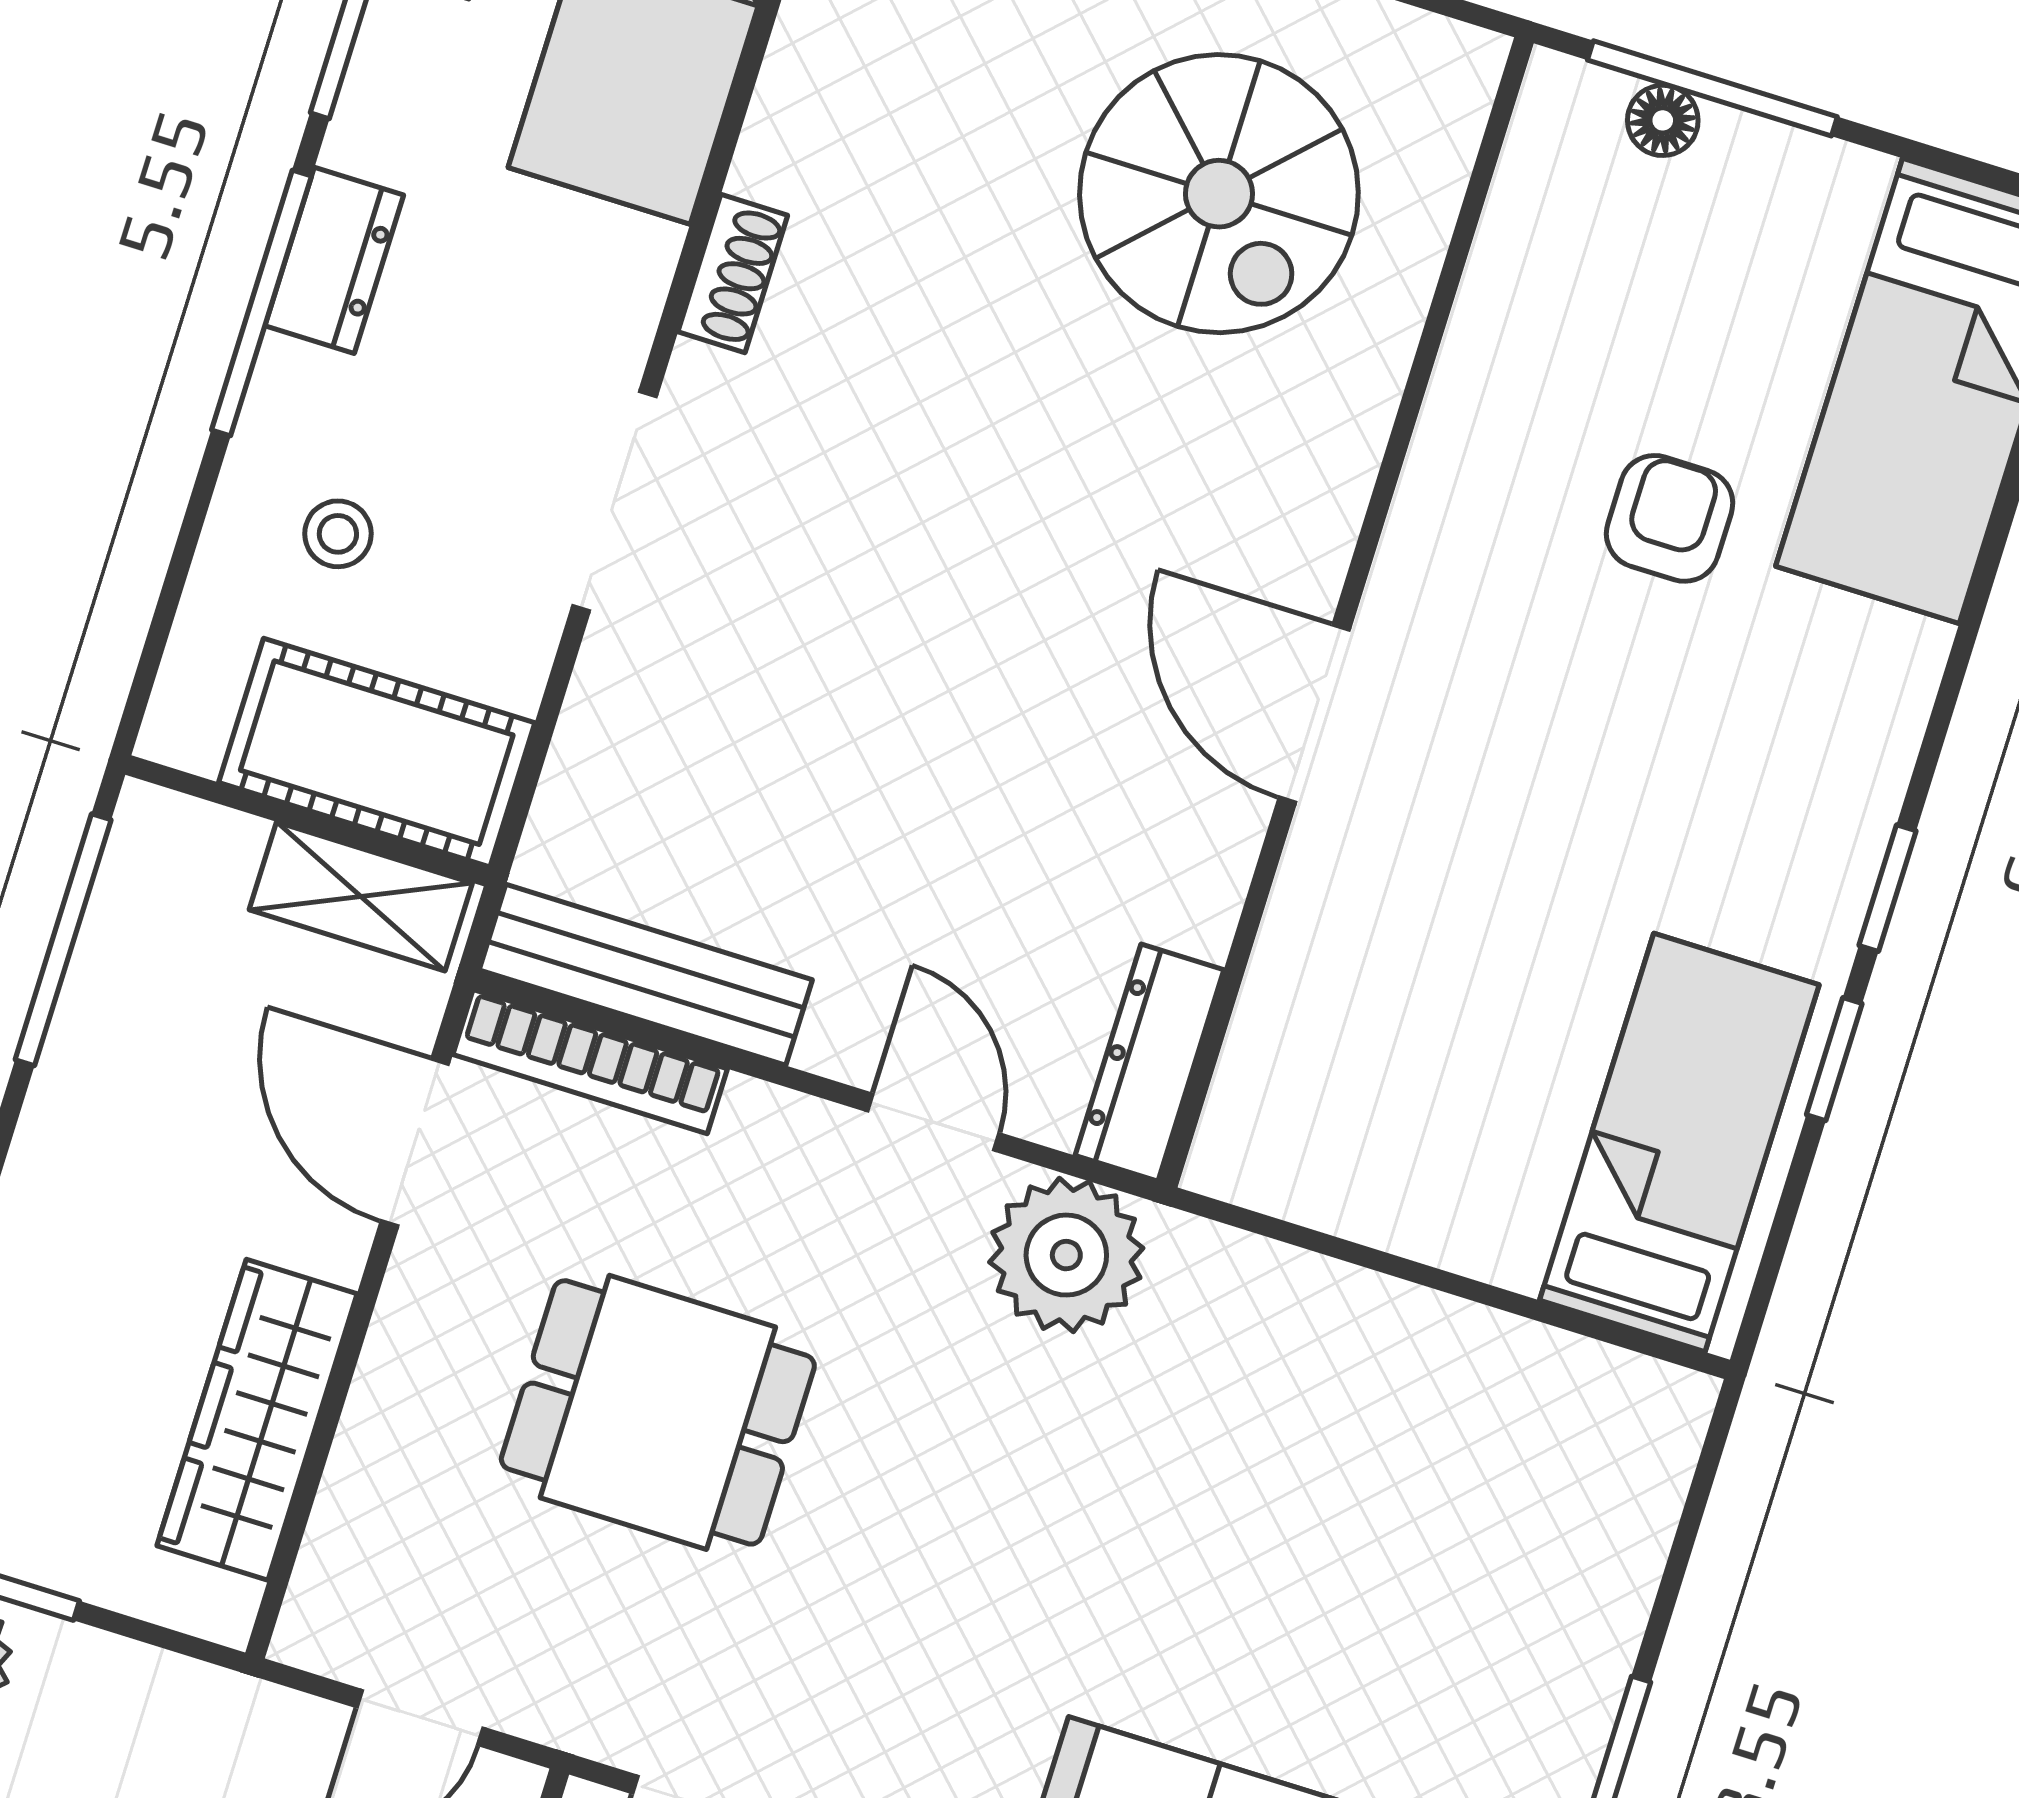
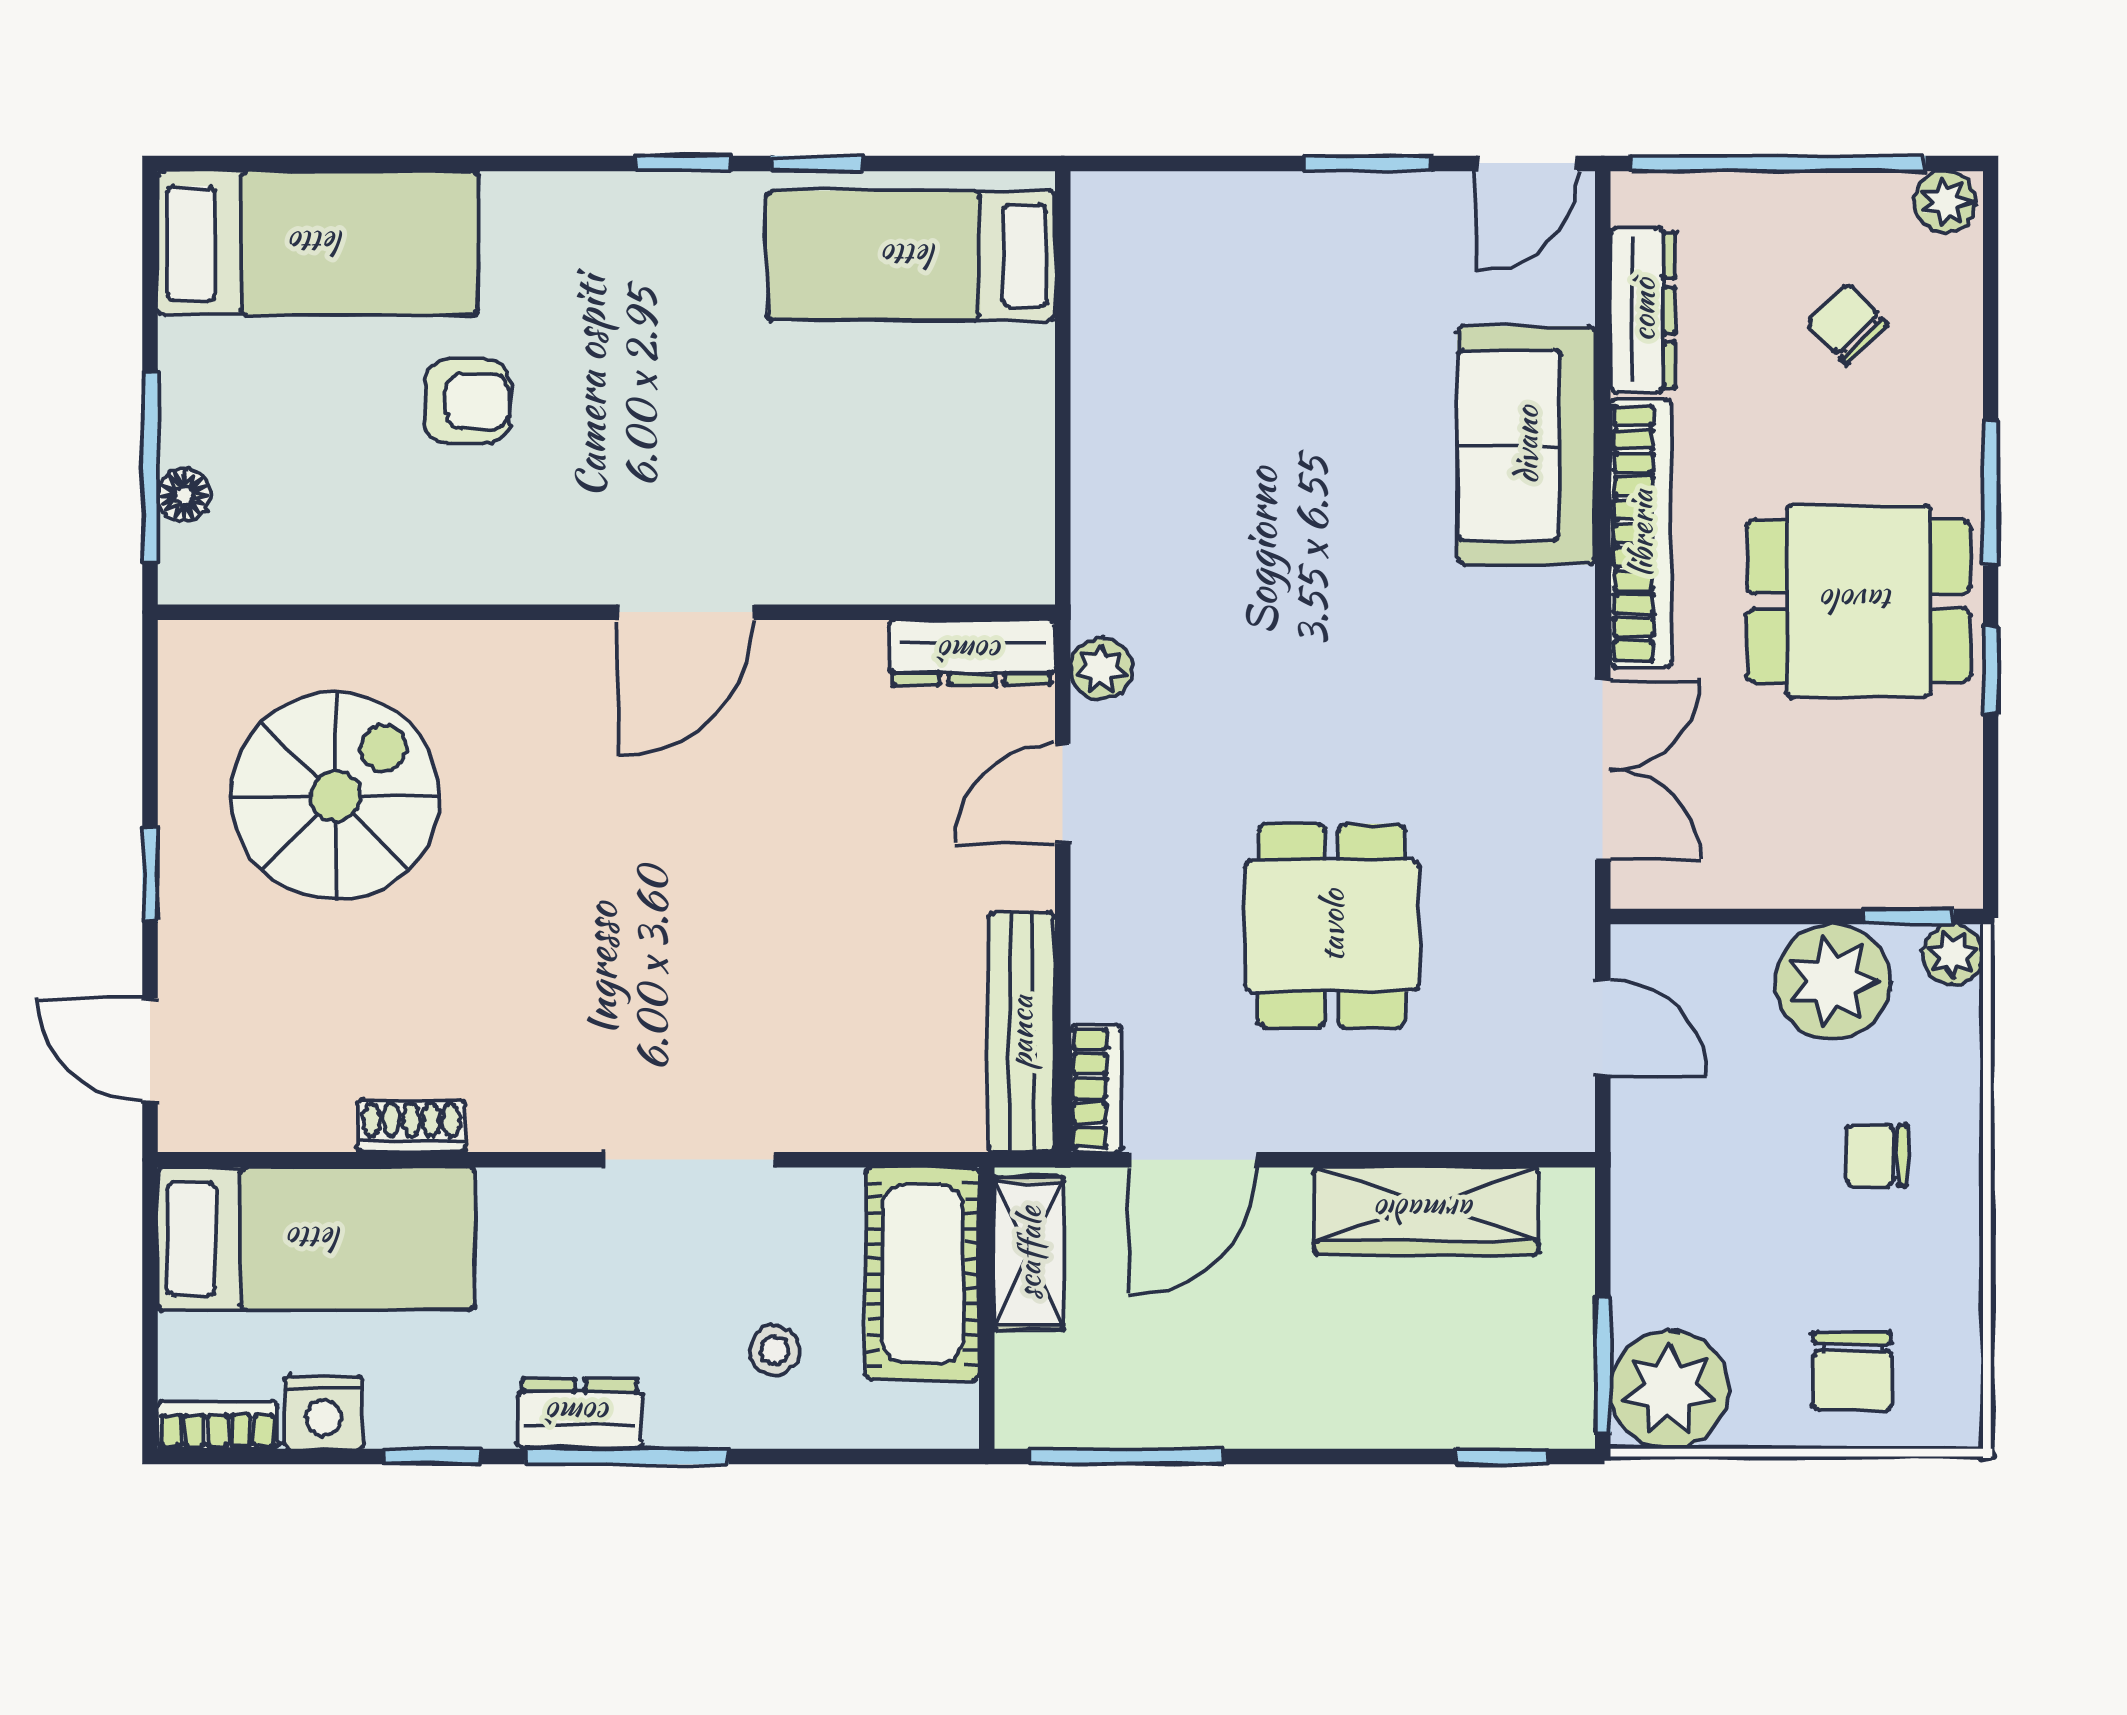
shoe rack: (733, 274) -> (411, 1126), moved
armchair: (1670, 518) -> (467, 402), turned 180
bookcase: (590, 1062) -> (1096, 1088), width x0.64
plant: (1066, 1255) -> (1101, 669), width x0.53, depth x0.53

